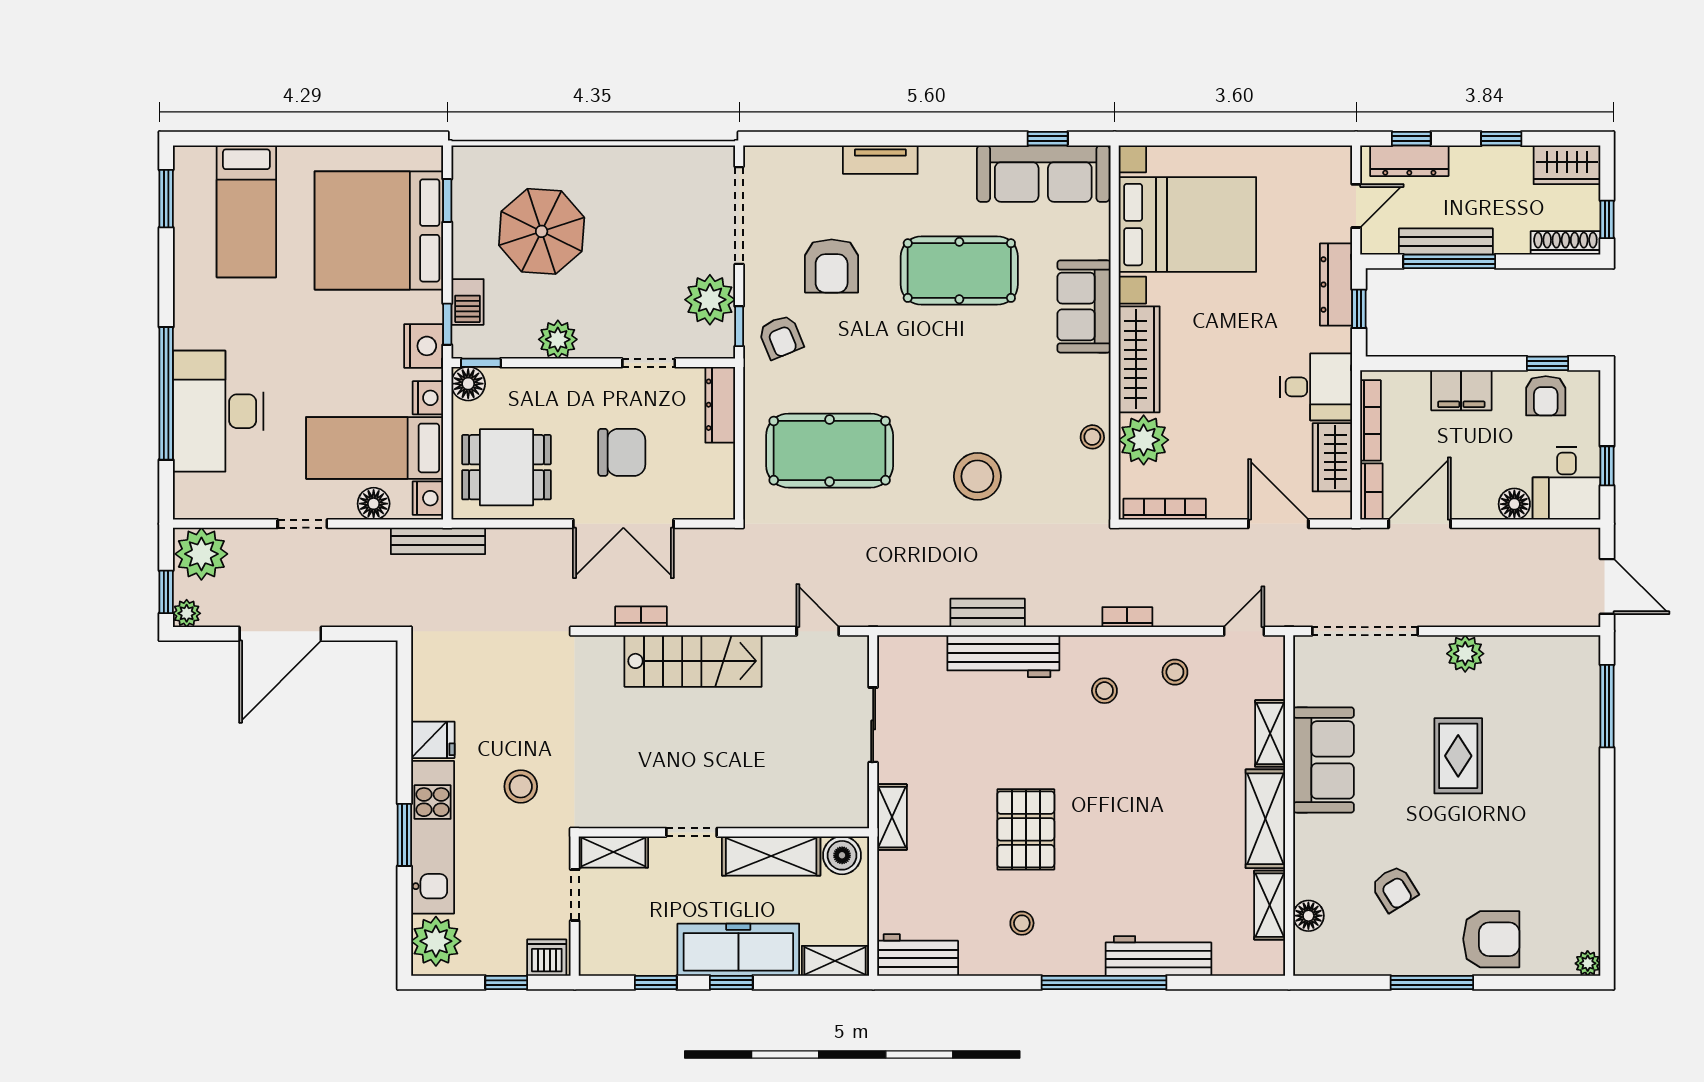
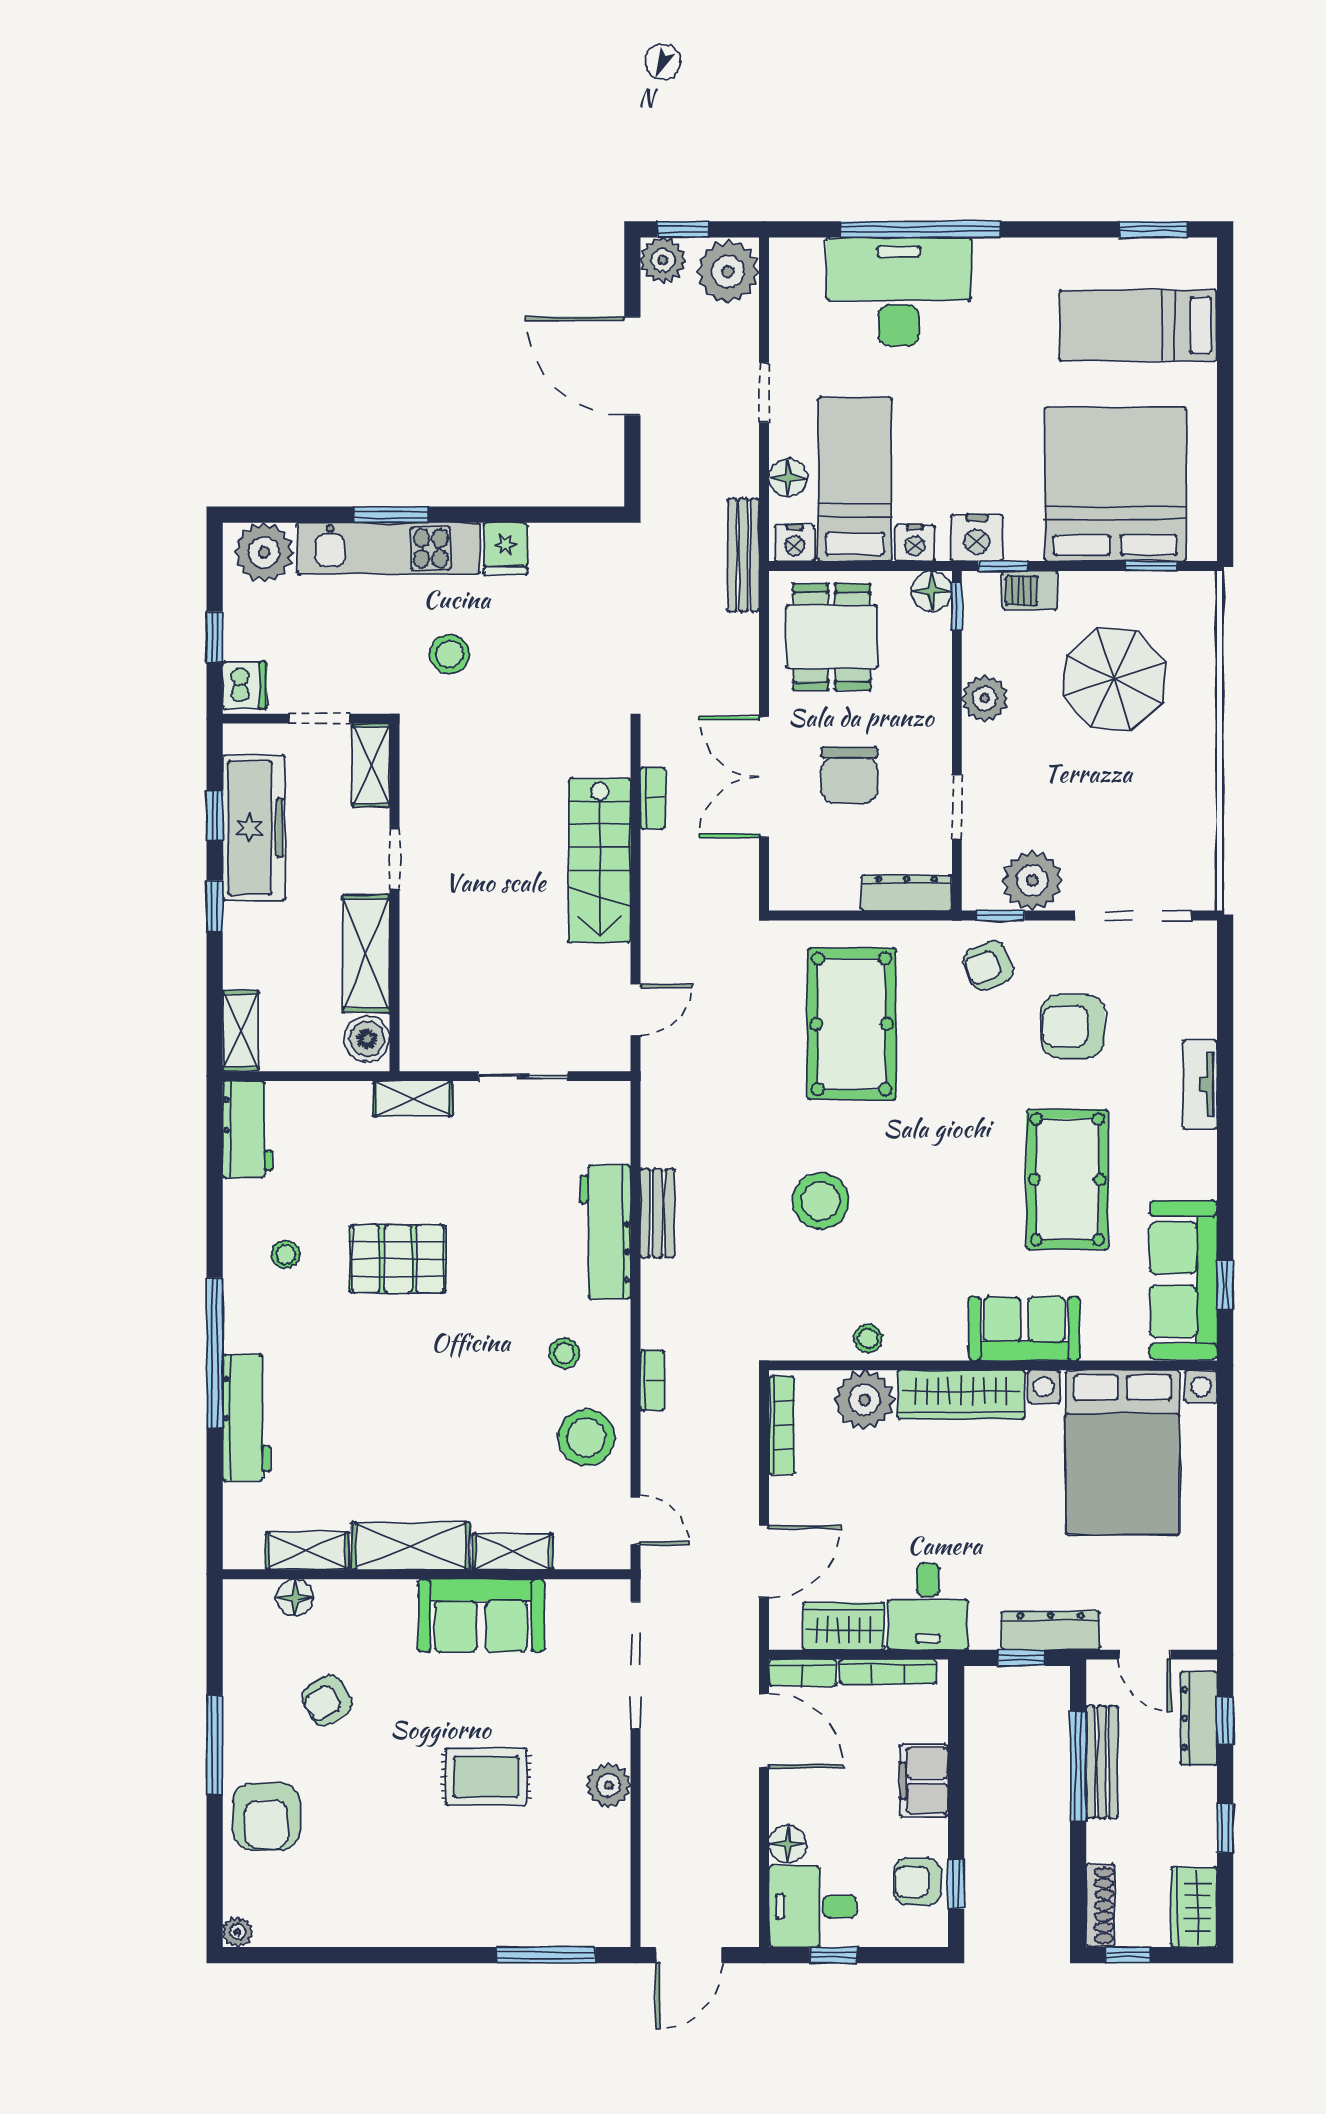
plant: (187, 613) -> (663, 260), width x1.38, depth x1.38
stool: (1175, 672) -> (586, 1438), width x1.89, depth x1.89
freezer: (738, 950) -> (254, 828), moved

